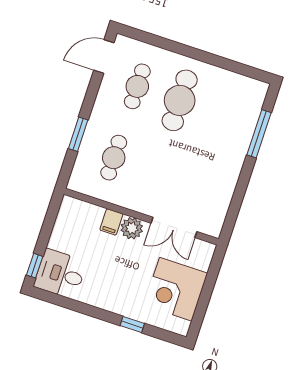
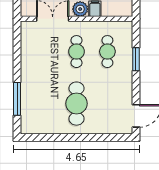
cafe table: (137, 86) -> (77, 52), moved

